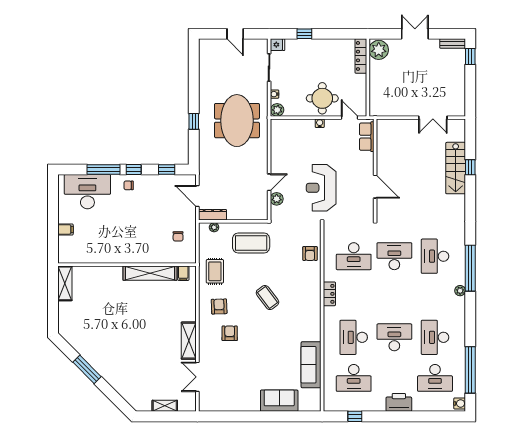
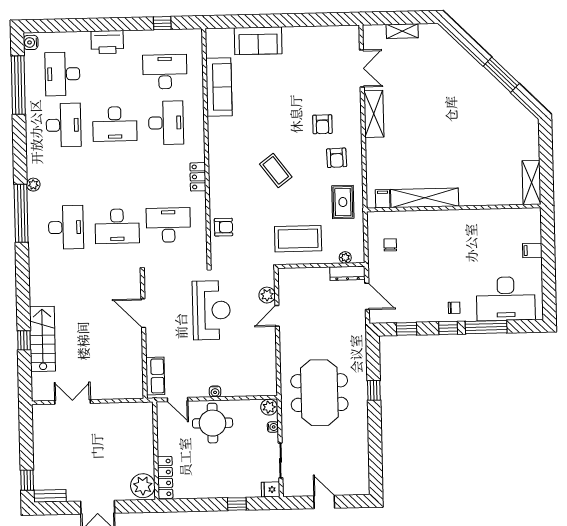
armchair: (310, 254) -> (224, 227), turned 90
desk: (435, 378) -> (62, 74), turned -90

